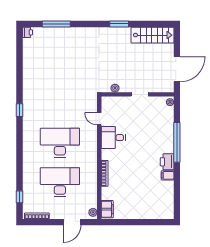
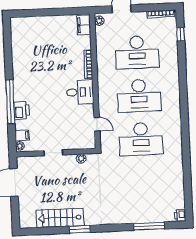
stairs: (153, 35) -> (60, 218), moved
desk: (60, 103) -> (141, 139), added
window: (20, 110) -> (185, 129), removed
desk: (113, 138) -> (80, 92), moved
printer: (167, 162) -> (21, 110), moved
filing cabinet: (168, 175) -> (22, 135), moved

